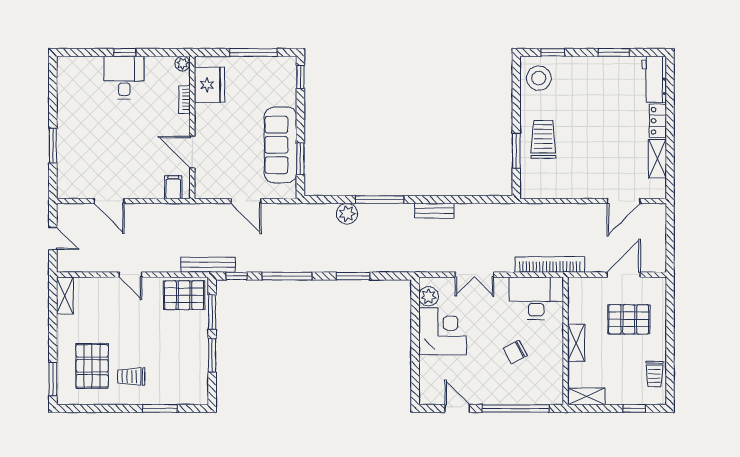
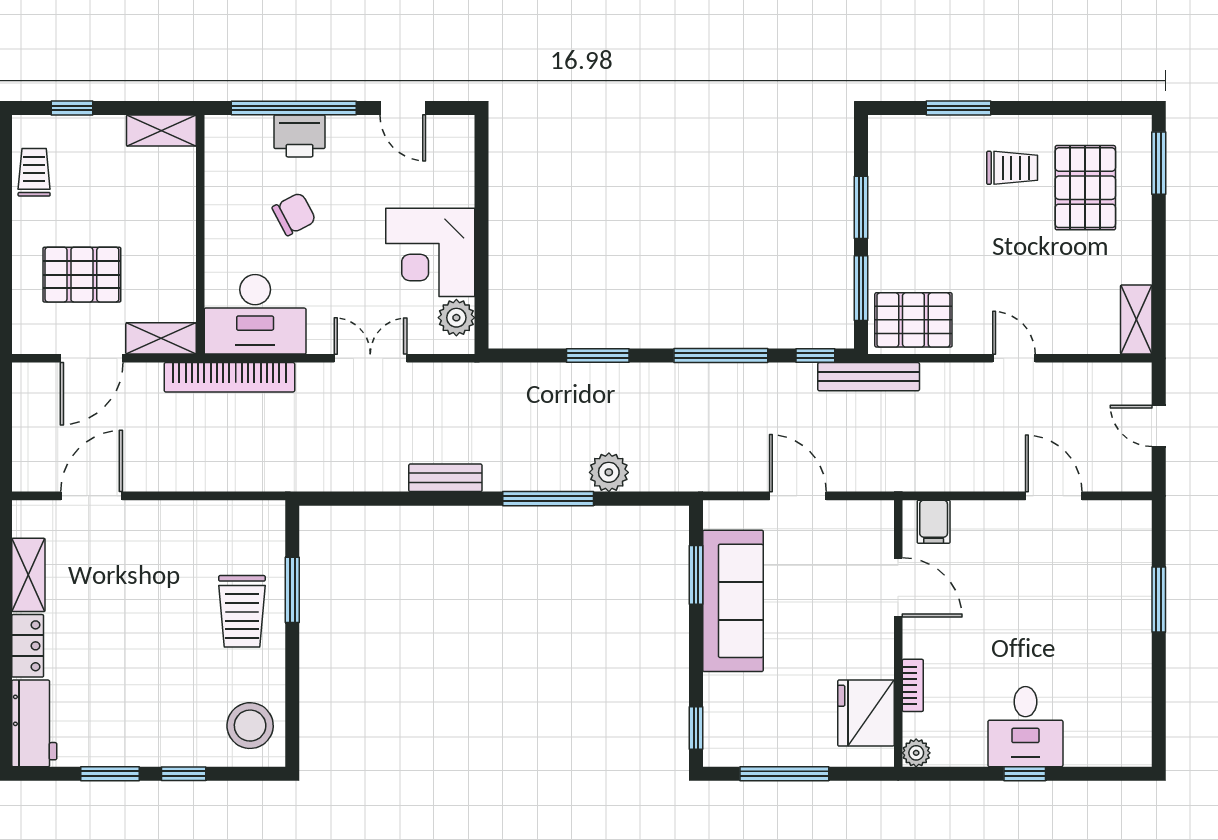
window: (553, 52) -> (184, 774), moved
shelving: (576, 343) -> (161, 338), moved, turned 90
printer: (512, 394) -> (299, 136), added

